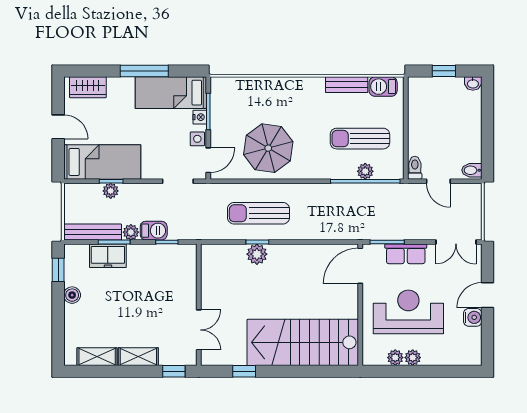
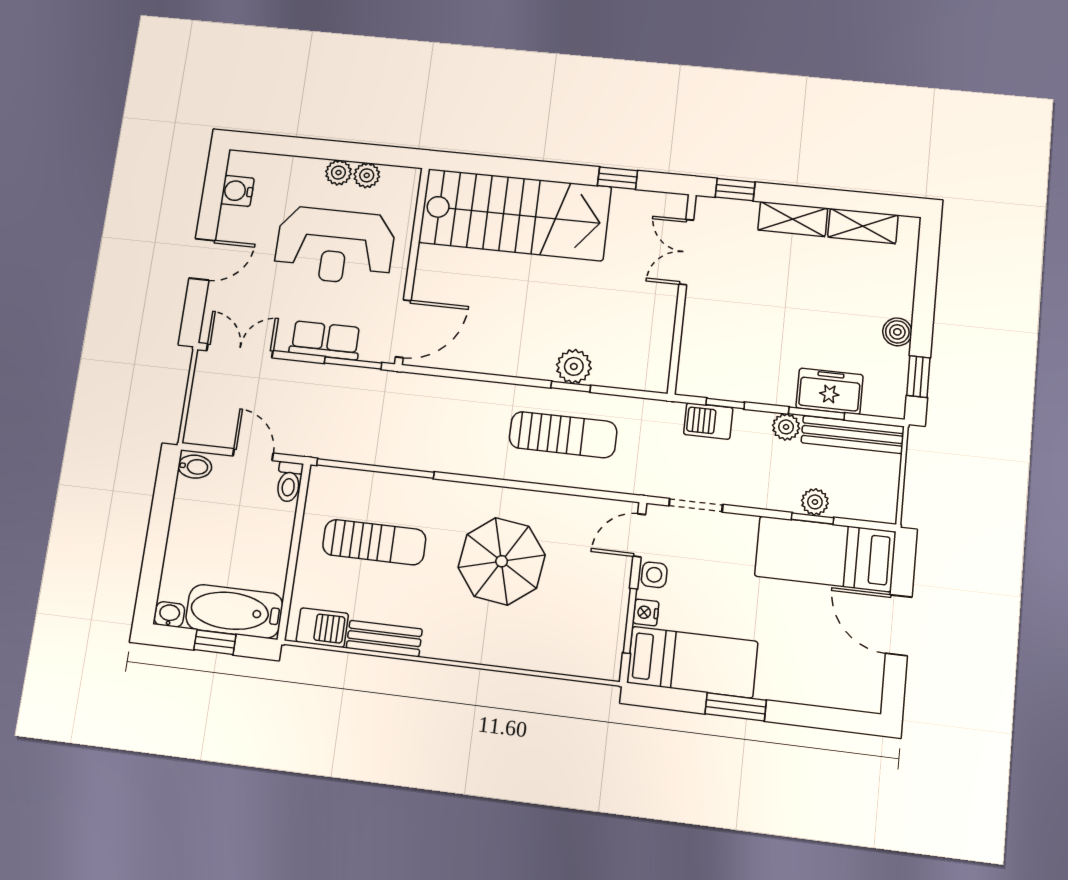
window: (144, 71) -> (736, 707), width x0.69
wardrobe: (88, 87) -> (839, 690), removed
bathtub: (435, 90) -> (234, 611), added
door: (58, 127) -> (899, 625), width x1.38
parasol: (268, 148) -> (502, 561), moved
plant: (365, 171) -> (373, 485), removed
barbecue: (154, 231) -> (708, 421), moved
water cooler: (473, 317) -> (237, 191), moved

